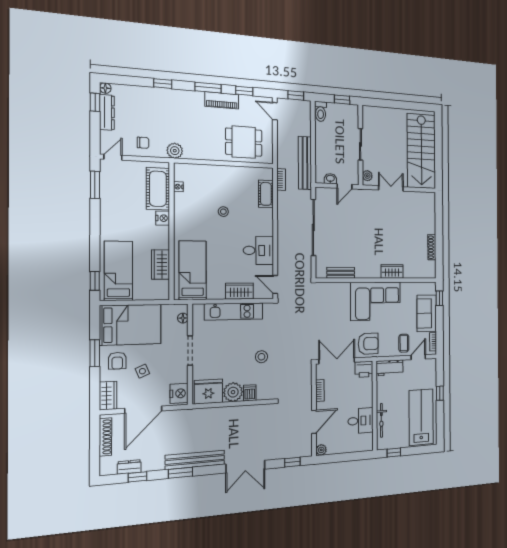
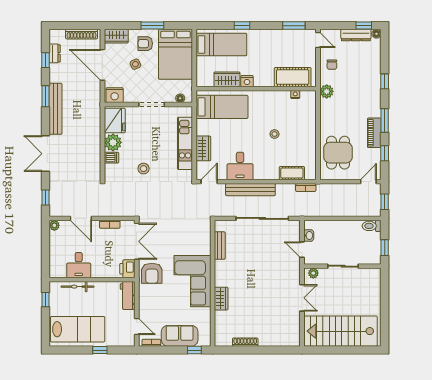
bench: (305, 163) -> (250, 190), moved
nightstand: (163, 218) -> (247, 81), moved
window: (95, 281) -> (242, 26), moved
coffee table: (404, 343) -> (151, 311), removed

